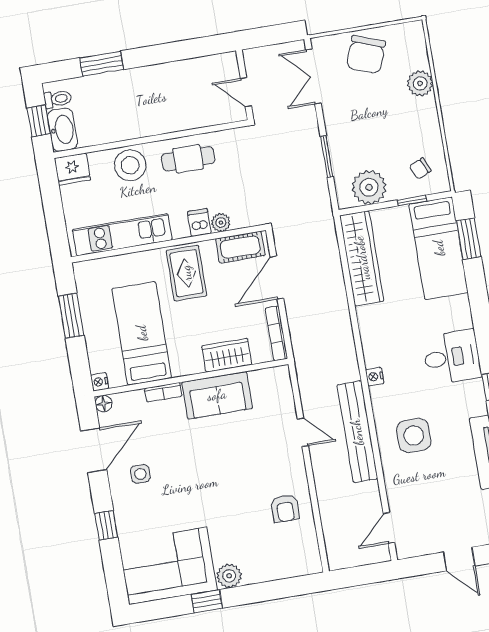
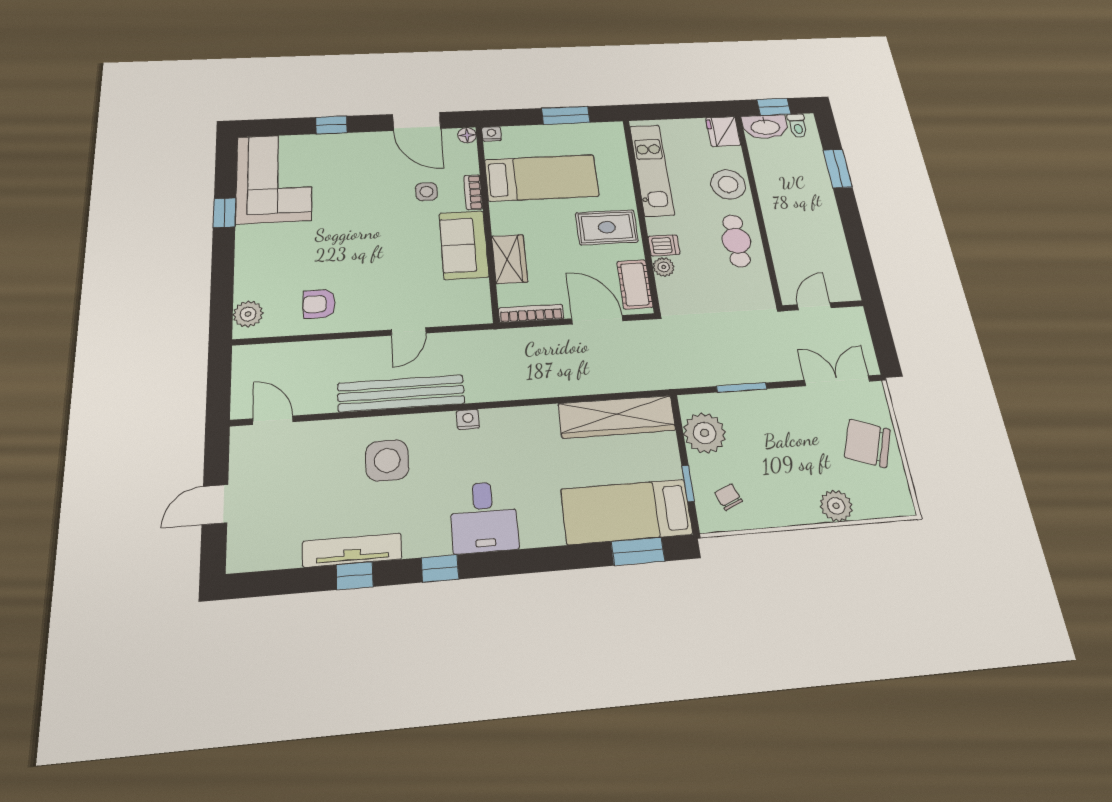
side table: (140, 474) -> (426, 192), moved
plant: (229, 576) -> (248, 314), moved

